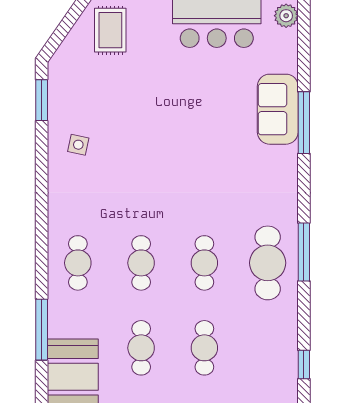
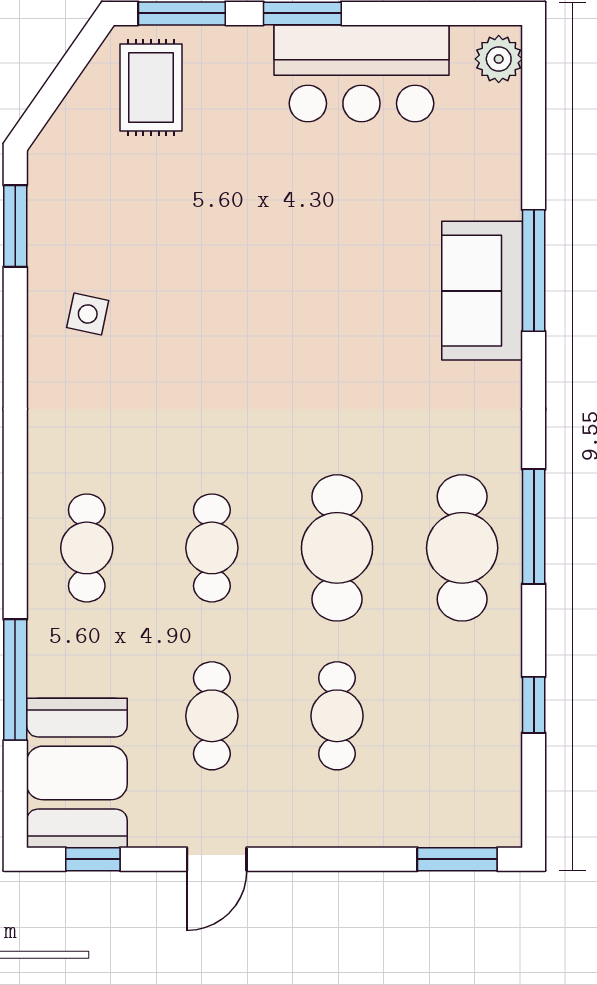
sofa: (278, 109) -> (482, 291), moved
cafe table: (204, 263) -> (337, 548), width x1.37, depth x1.35
window: (304, 364) -> (534, 705), moved

